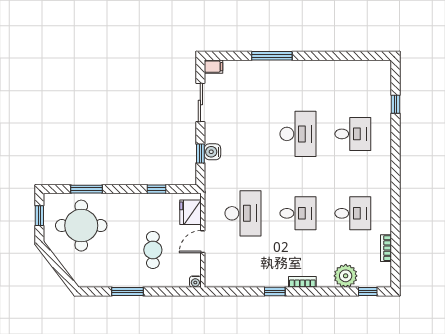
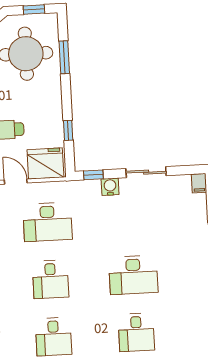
sliding door: (200, 103) -> (146, 172), moved
window: (200, 154) -> (93, 175), moved
fridge: (191, 212) -> (45, 163), width x1.36, depth x1.34

